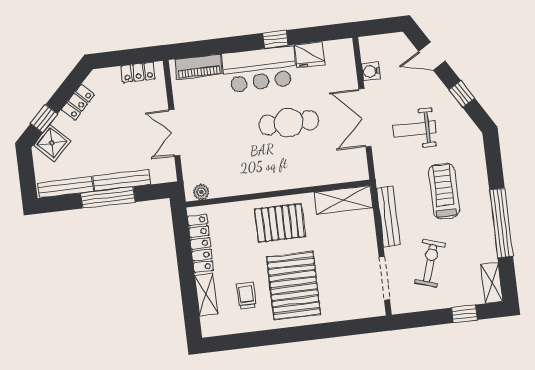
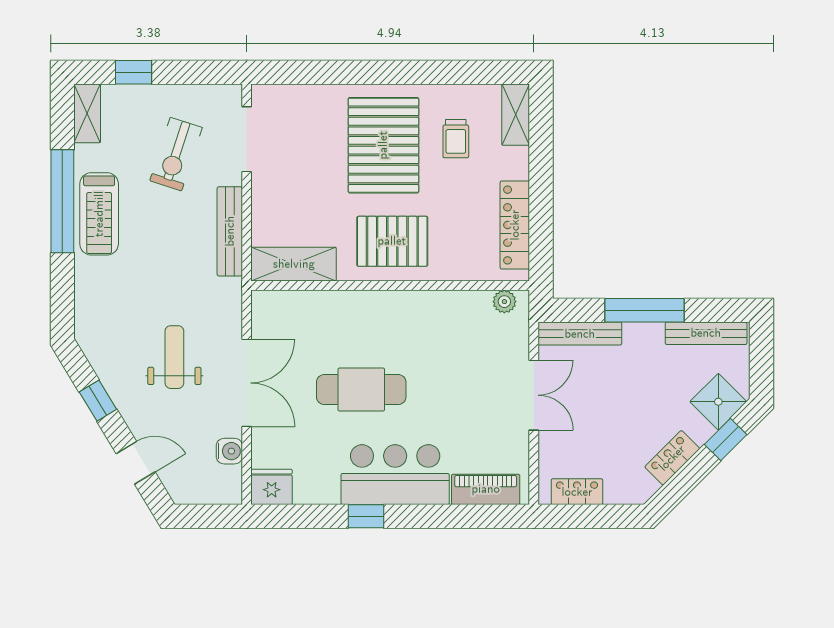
fridge: (309, 55) -> (272, 487), moved
weight bench: (415, 129) -> (174, 357), turned -90
bench: (121, 180) -> (580, 334), moved
treadmill: (444, 191) -> (99, 214), moved
shelving: (206, 295) -> (516, 115), moved

